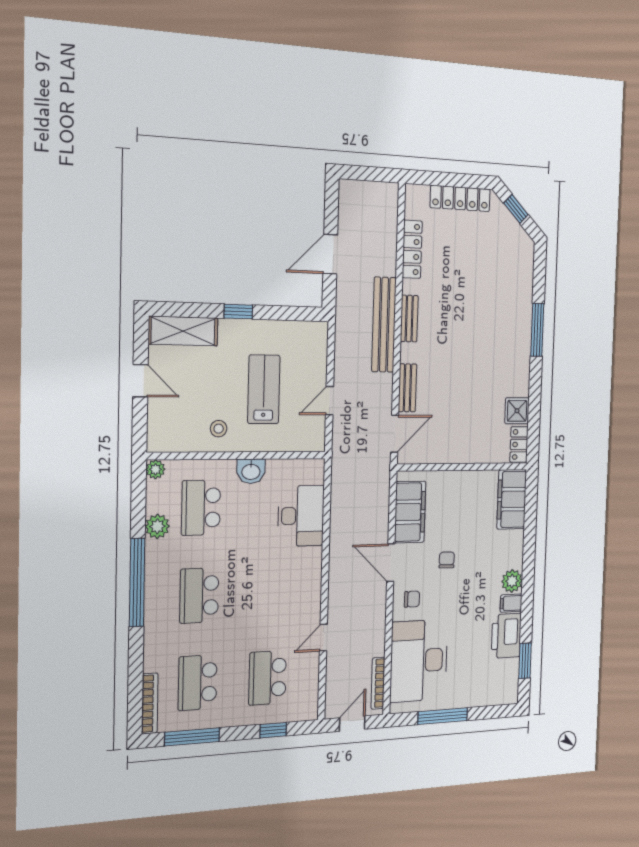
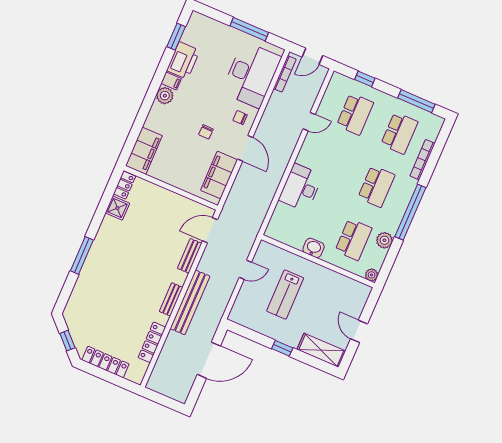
door: (330, 254) -> (209, 360), width x1.36
stool: (219, 429) -> (323, 283), removed
desk: (301, 516) -> (301, 188), moved
bookcase: (150, 703) -> (422, 160), moved

